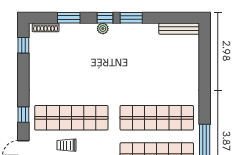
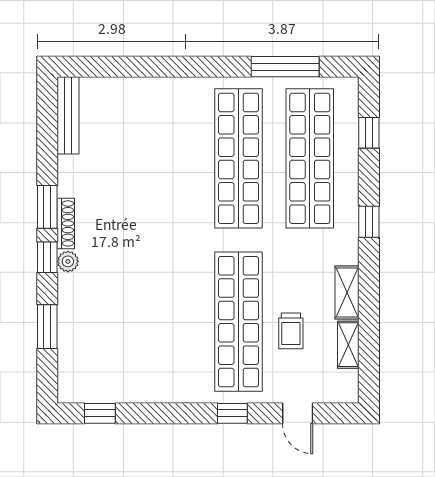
shoe rack: (46, 27) -> (66, 223), moved

